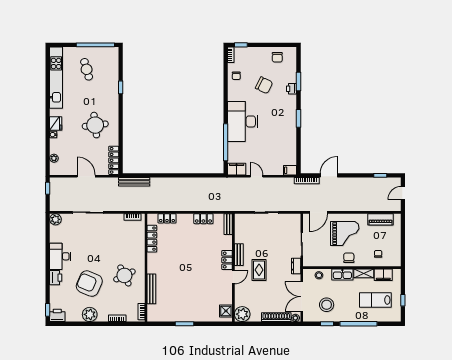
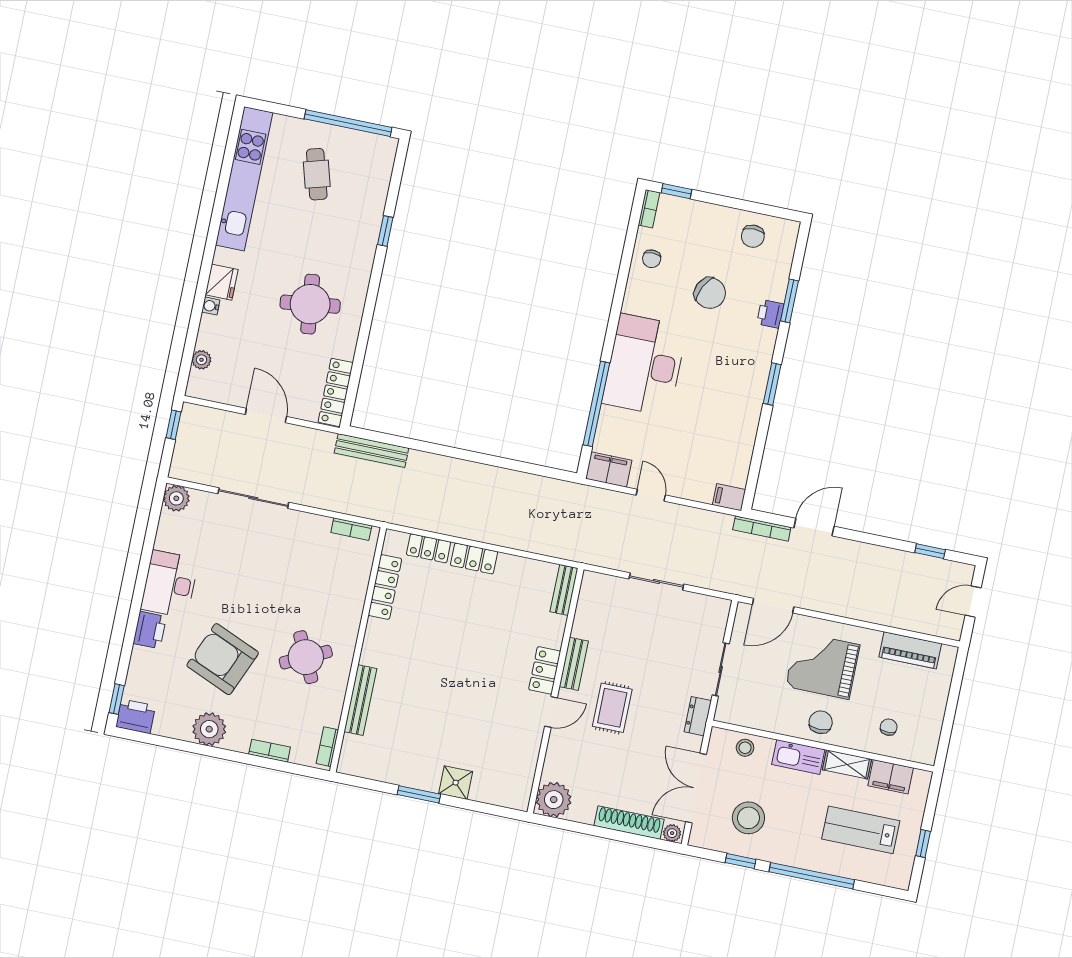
locker: (203, 219) -> (474, 558), moved
grand piano: (345, 234) -> (823, 666), turned 180
shower: (226, 311) -> (456, 783), moved

